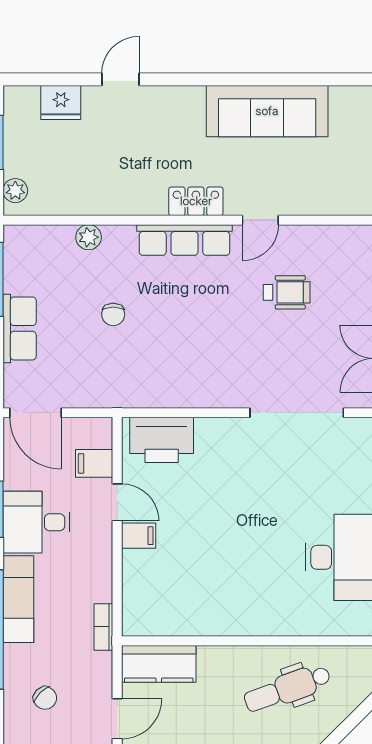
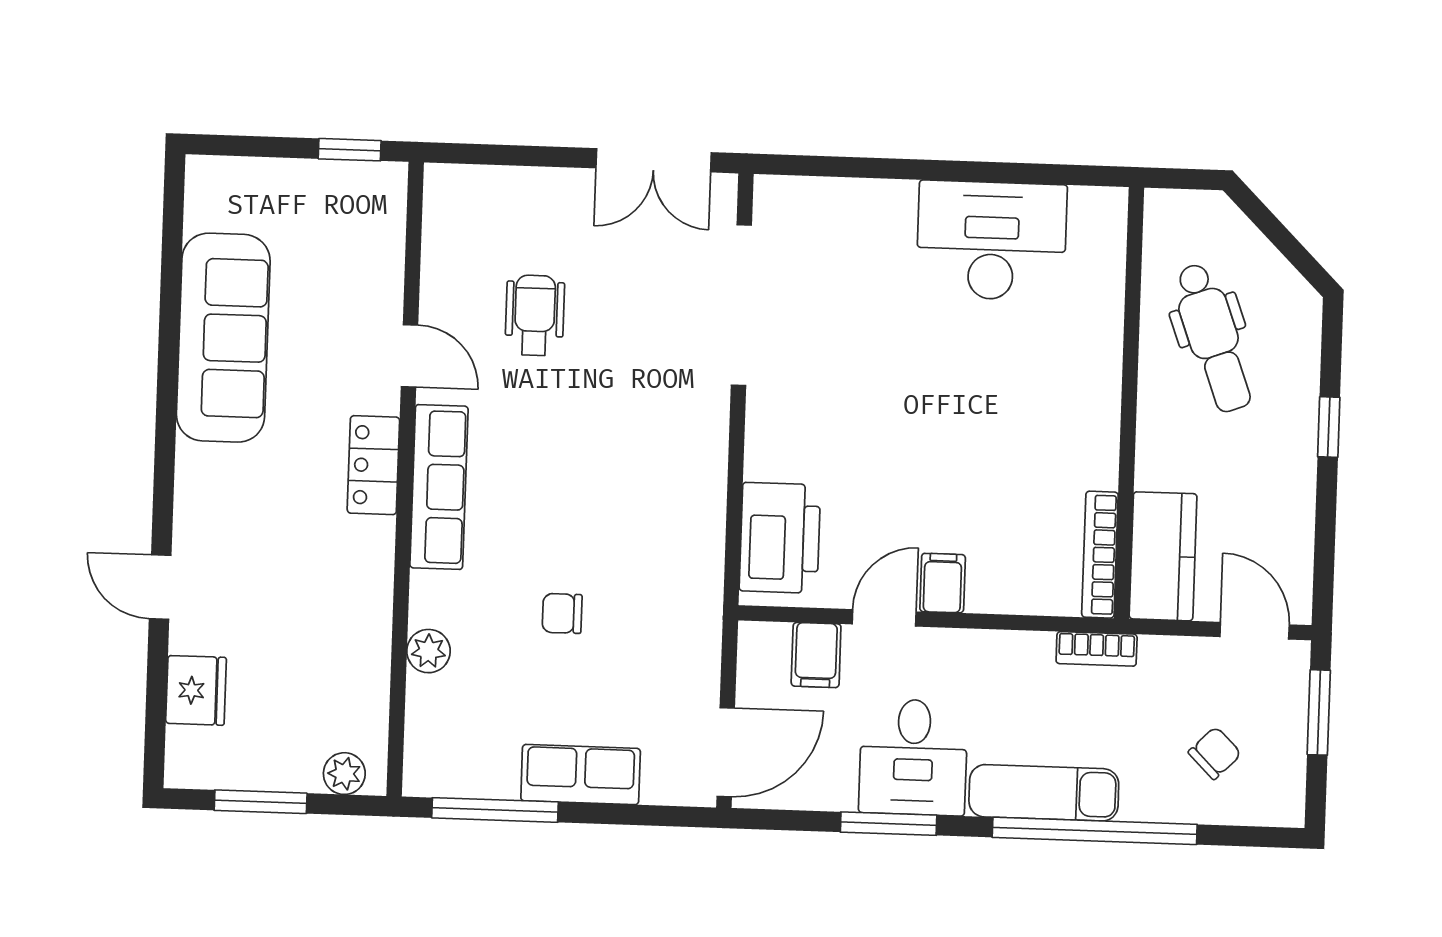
chair: (113, 314) -> (562, 613), turned 180
bookcase: (158, 627) -> (1100, 555), added

